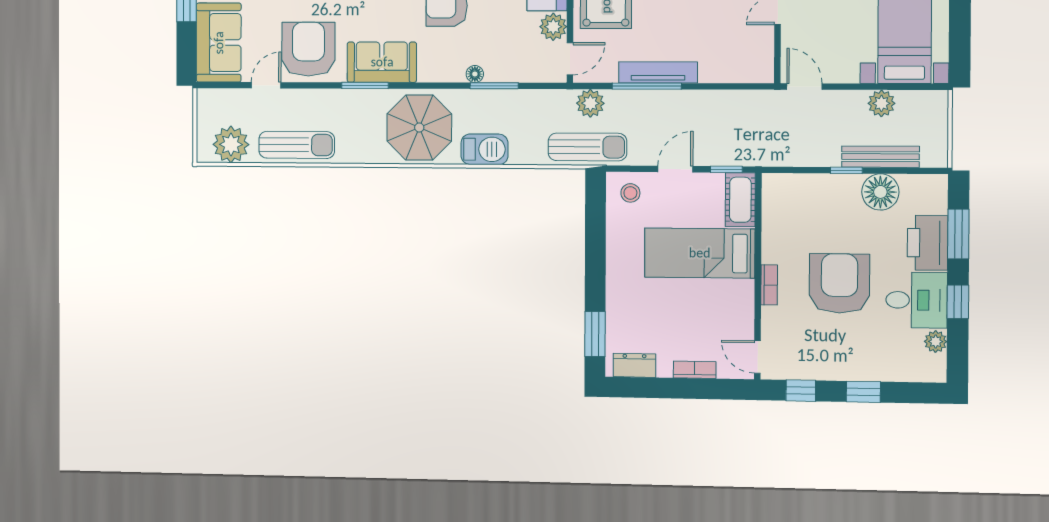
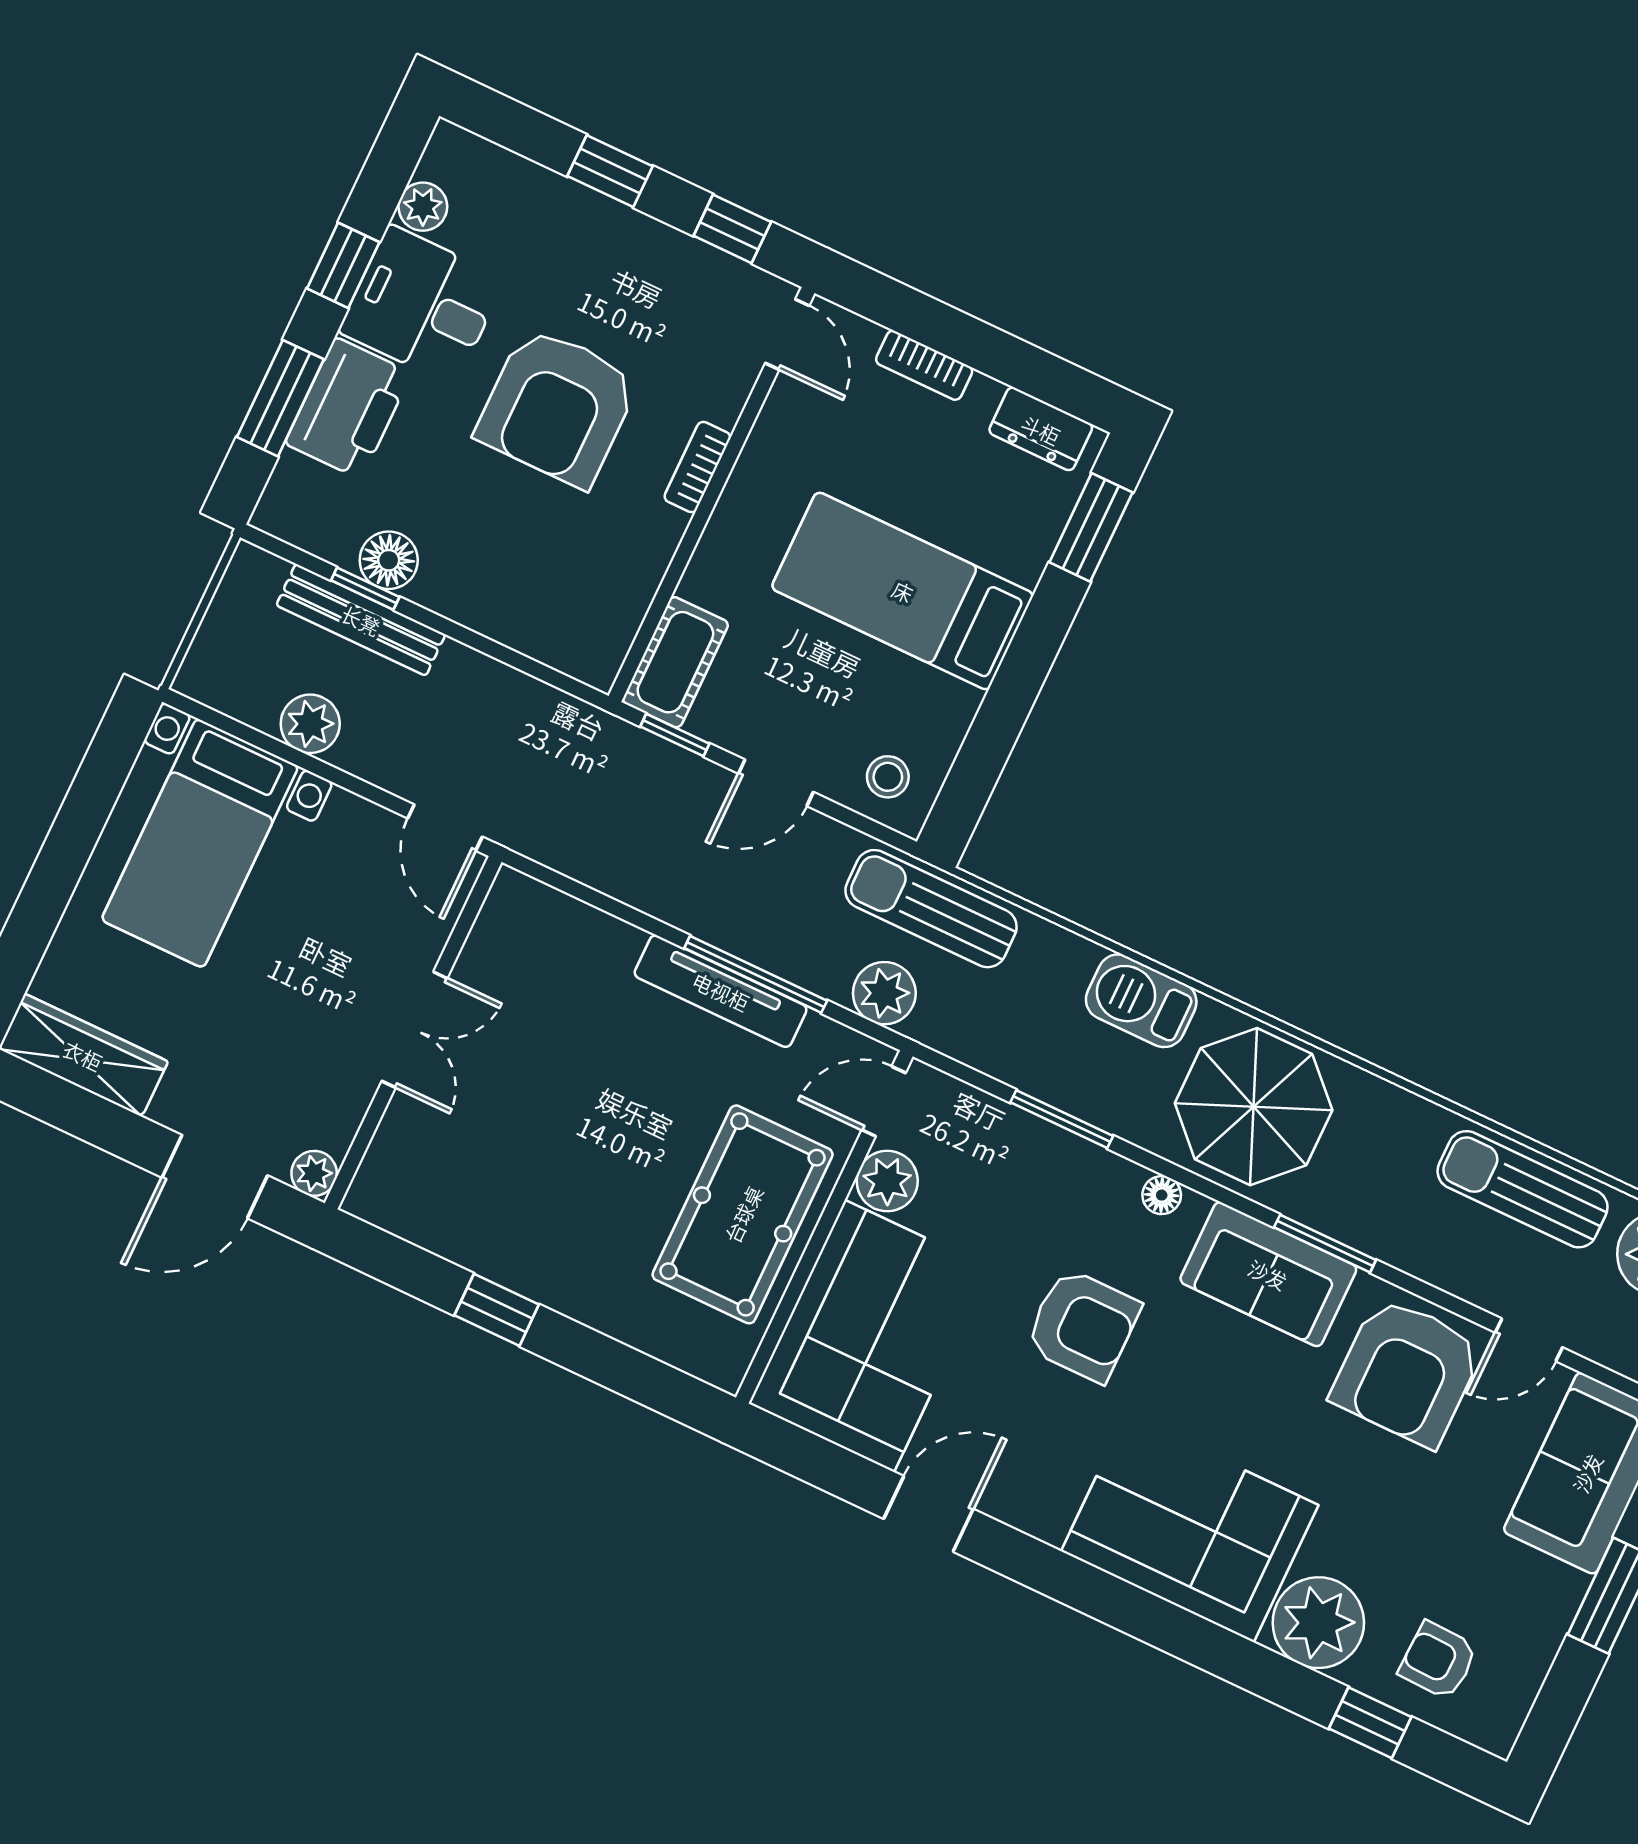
floor lamp: (475, 74) -> (1162, 1195), moved
window: (846, 170) -> (365, 589), moved
floor lamp: (880, 192) -> (389, 560), width x0.73, depth x0.73
bed: (700, 253) -> (903, 591), moved, turned 180

